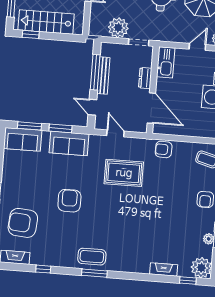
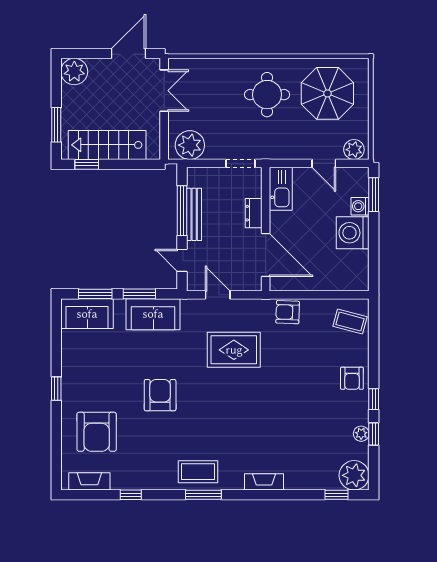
plant: (118, 28) -> (190, 145), moved
door: (197, 47) -> (324, 163), swing flipped
armchair: (23, 223) -> (97, 432), turned -95
fireplace: (164, 269) -> (264, 482), moved

